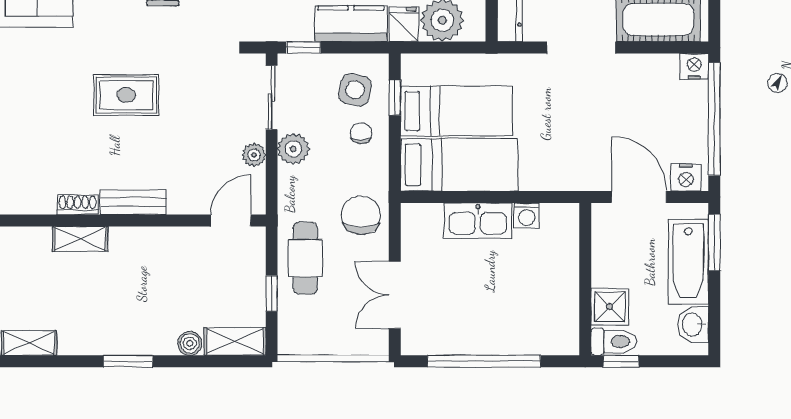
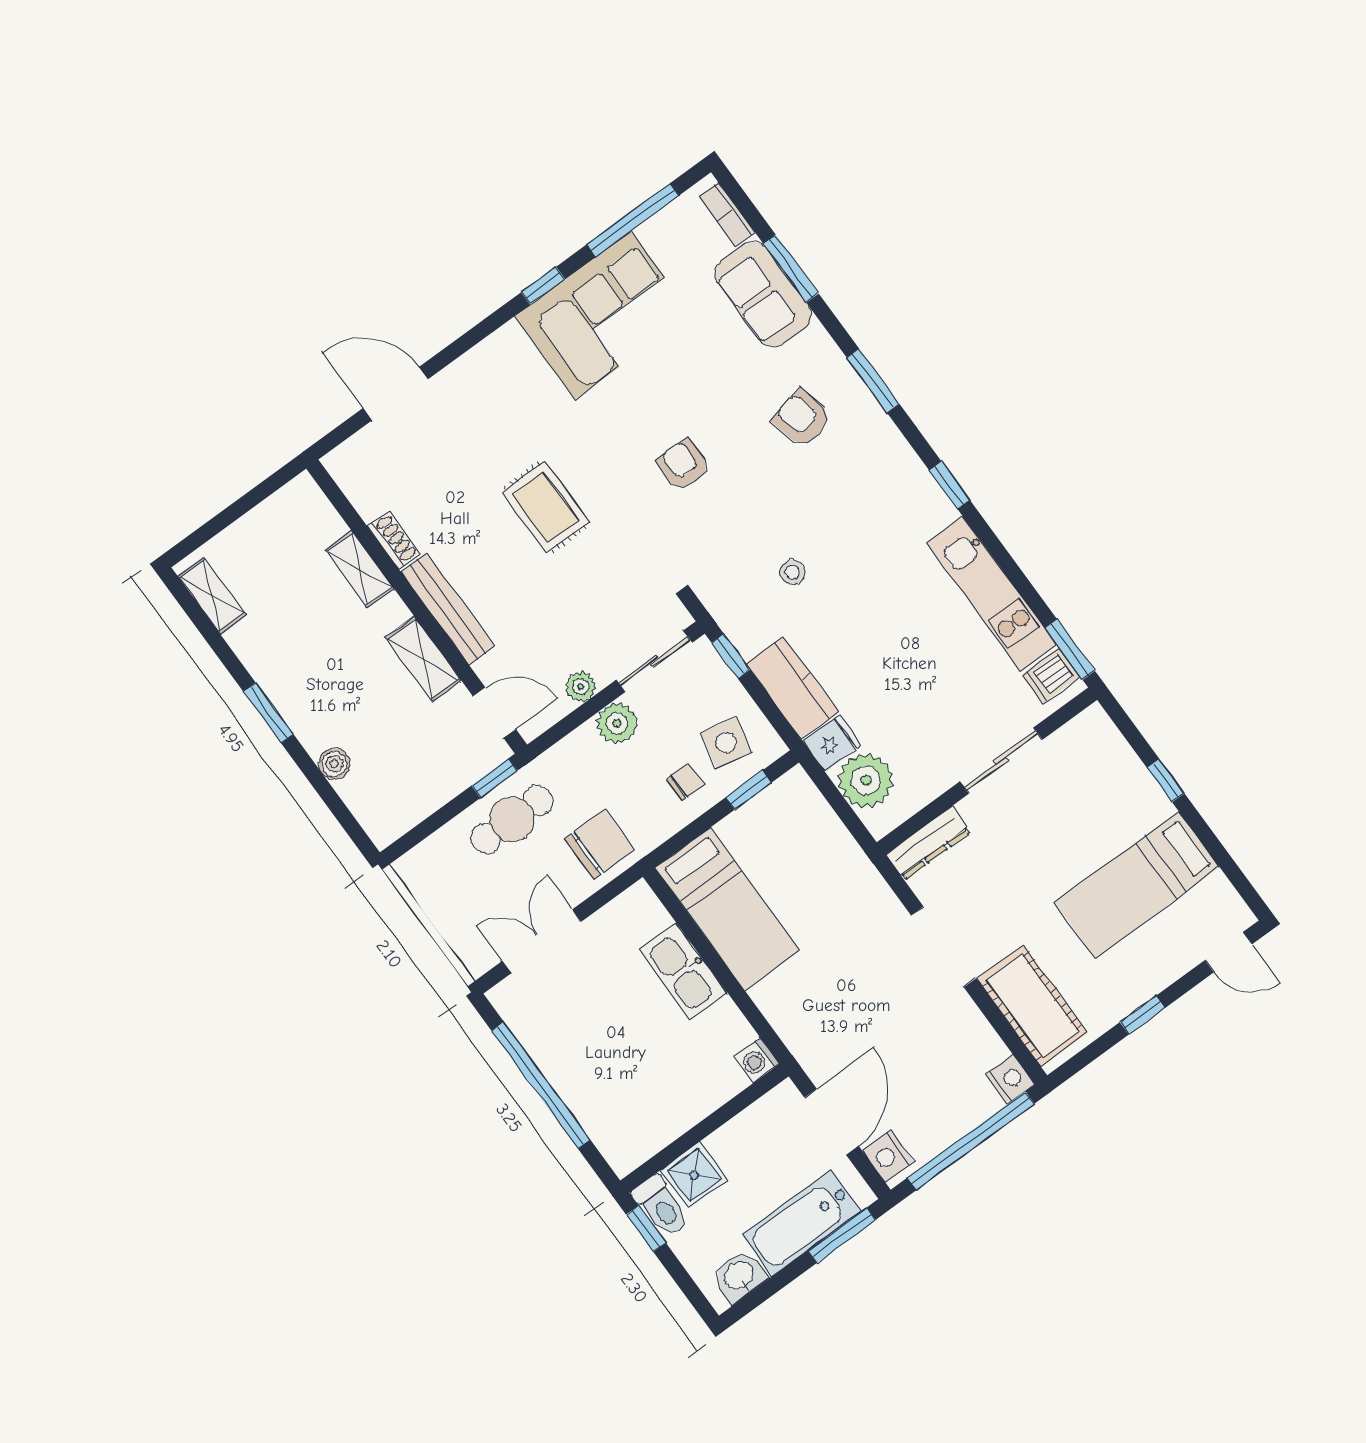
bed: (456, 111) -> (782, 865), removed
bench: (133, 202) -> (448, 609), width x1.36
washing machine: (527, 216) -> (757, 1060), moved
window: (272, 293) -> (494, 778), moved
shelving: (235, 341) -> (423, 659), moved

